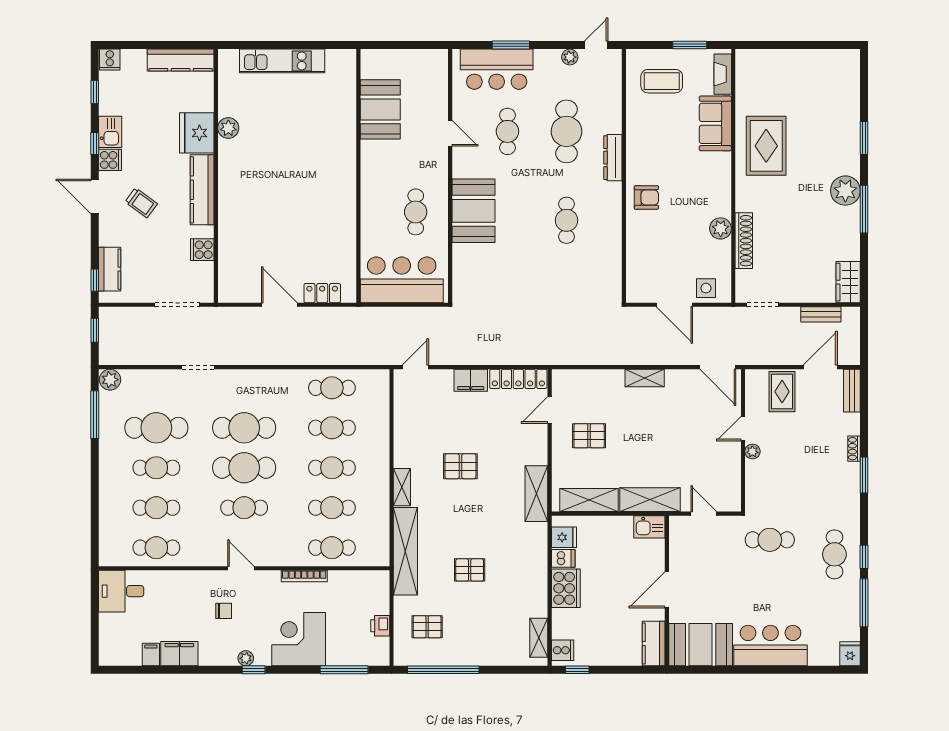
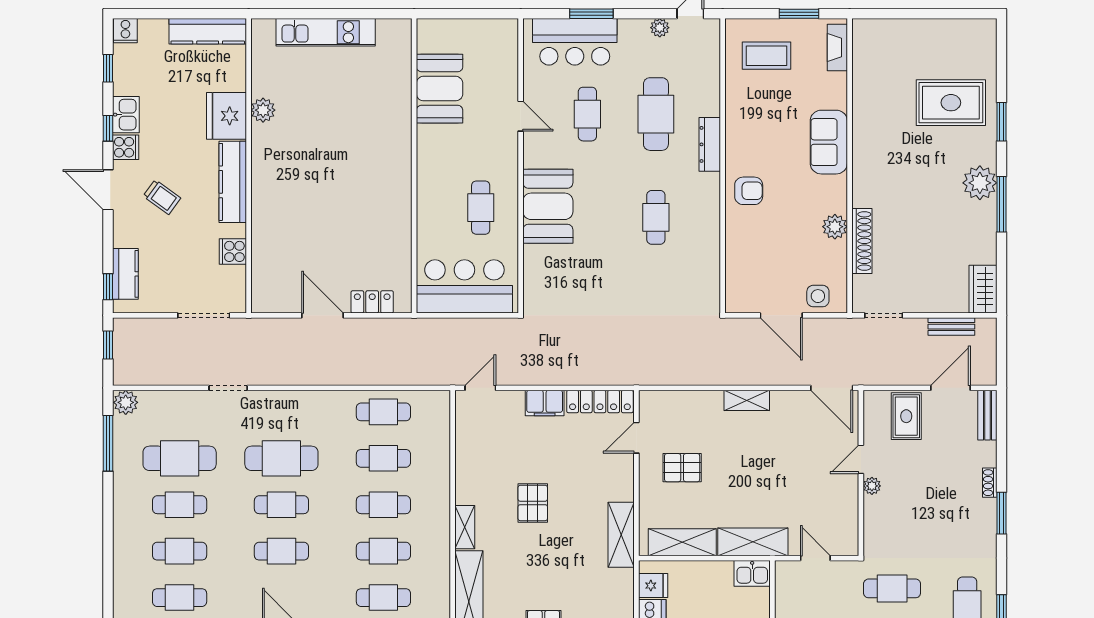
sofa: (715, 123) -> (829, 142), moved
rug: (766, 146) -> (951, 103), moved, turned 90
pallet: (460, 466) -> (533, 503), turned 90
cafe table: (244, 468) -> (281, 505), width x0.73, depth x0.74

